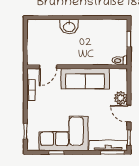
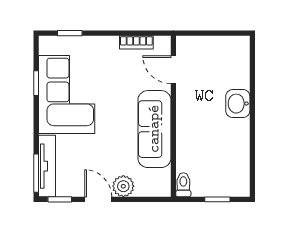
door: (129, 114) -> (98, 199), hinge flipped

